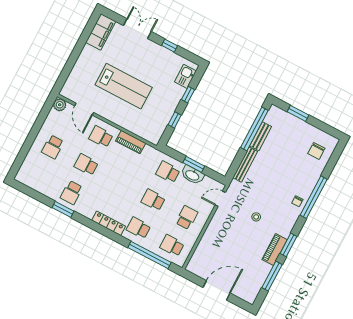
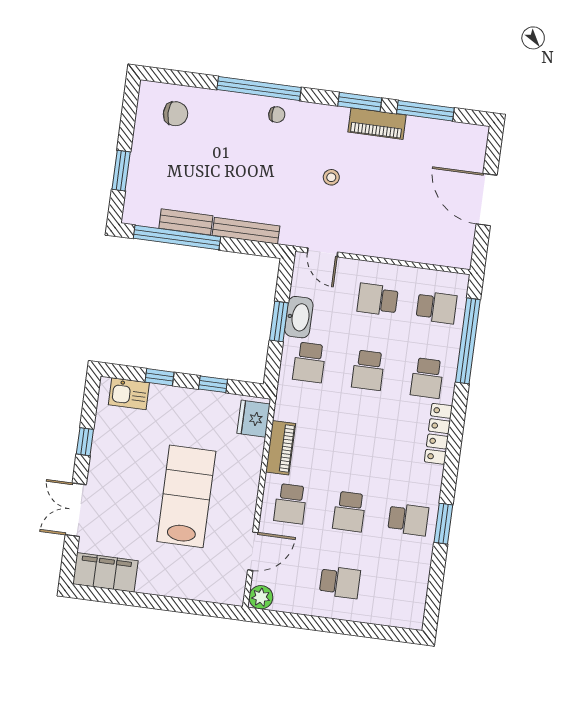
fridge: (150, 134) -> (254, 419), added
school desk: (172, 245) -> (437, 307), turned -90

